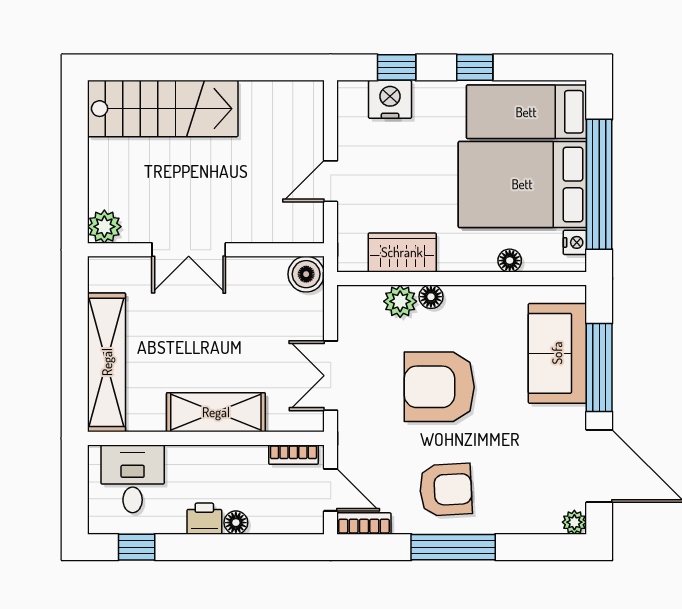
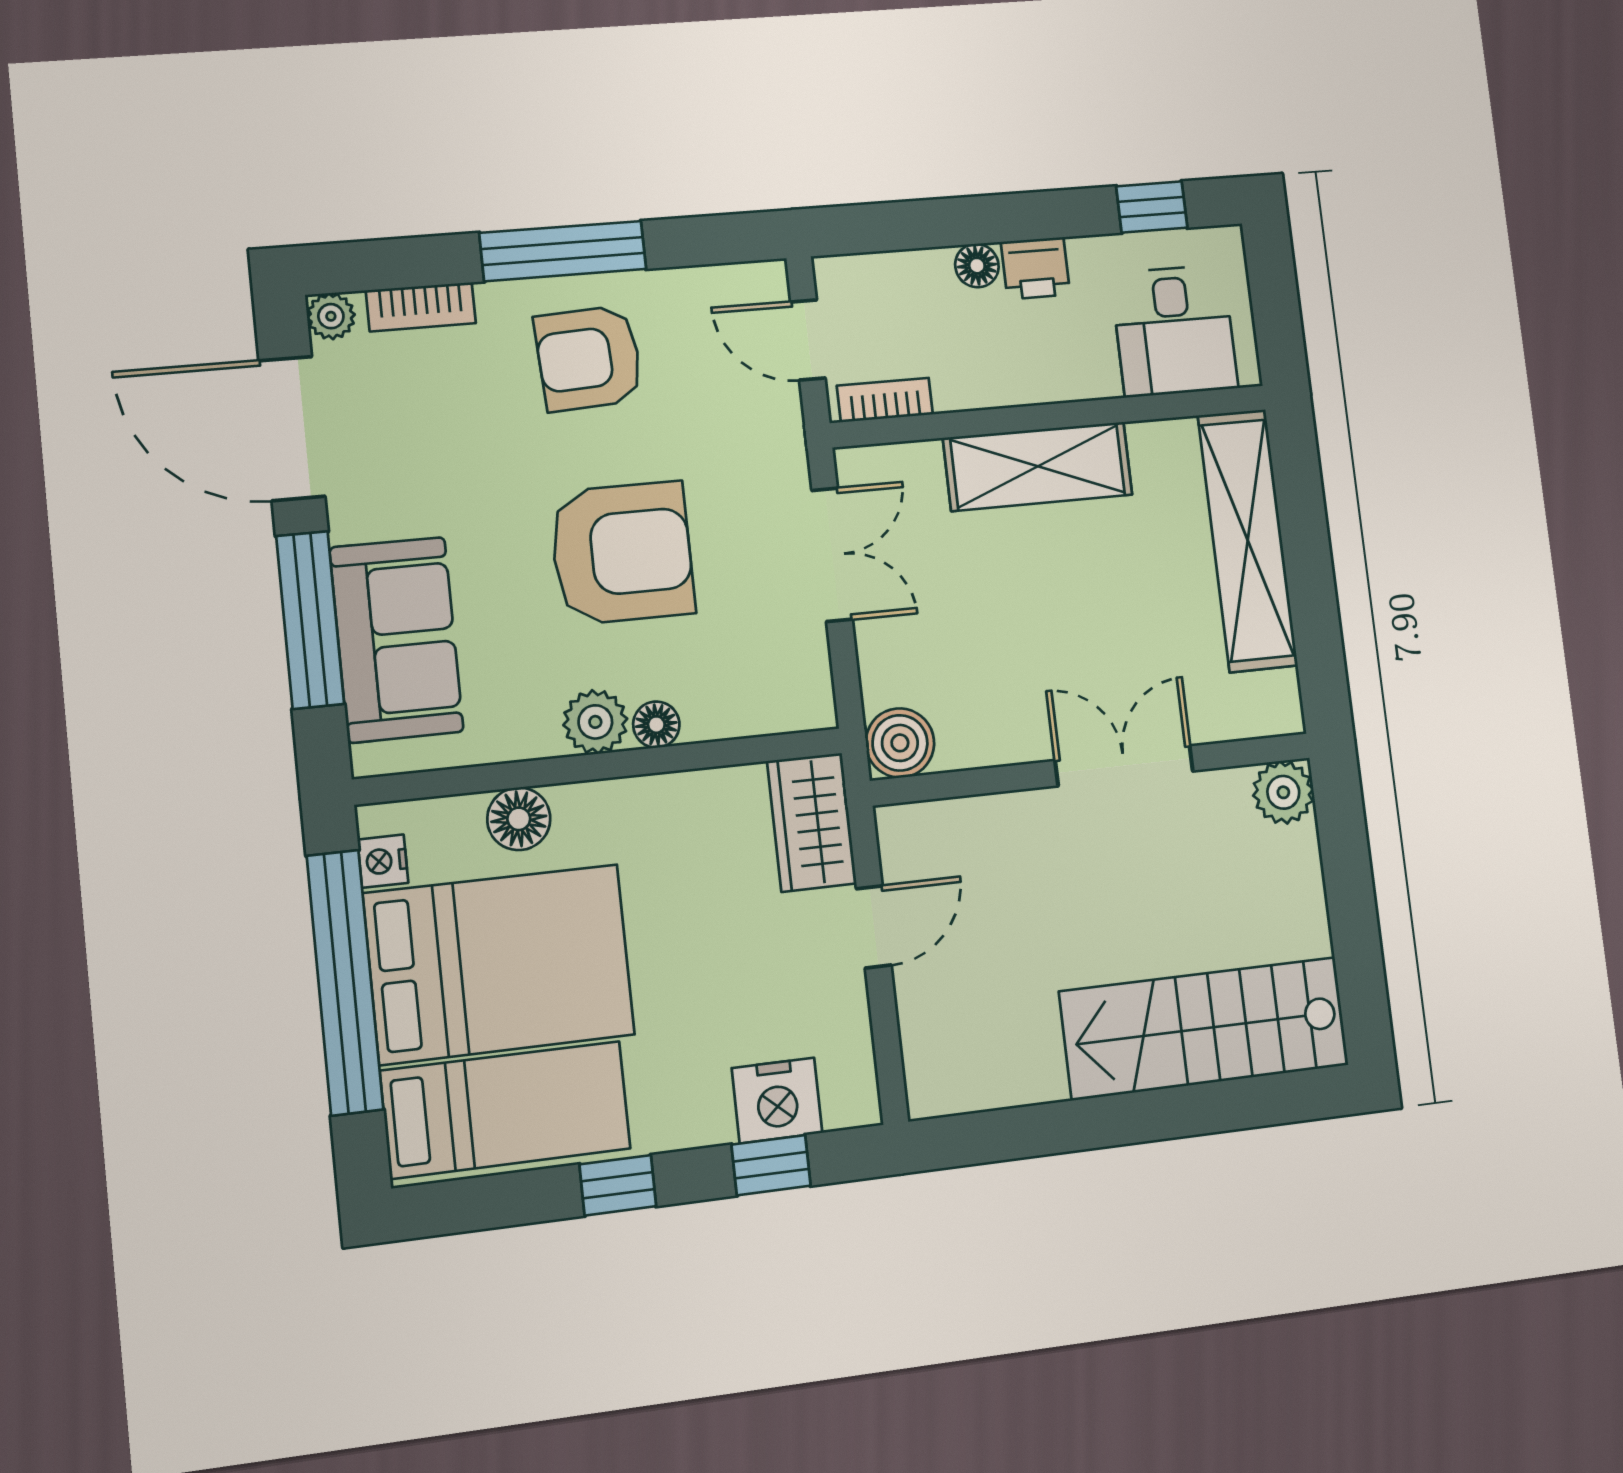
wardrobe: (402, 252) -> (812, 822), moved, turned 90
floor lamp: (510, 261) -> (519, 819), width x1.37, depth x1.37
plant: (400, 301) -> (595, 722), moved
bookcase: (364, 524) -> (421, 307), moved

